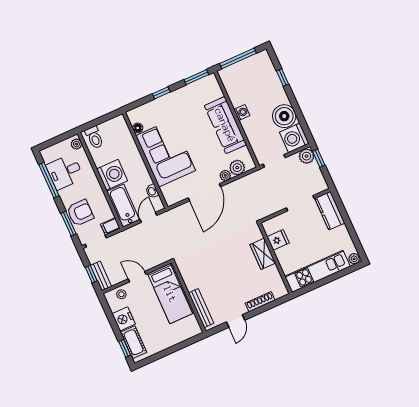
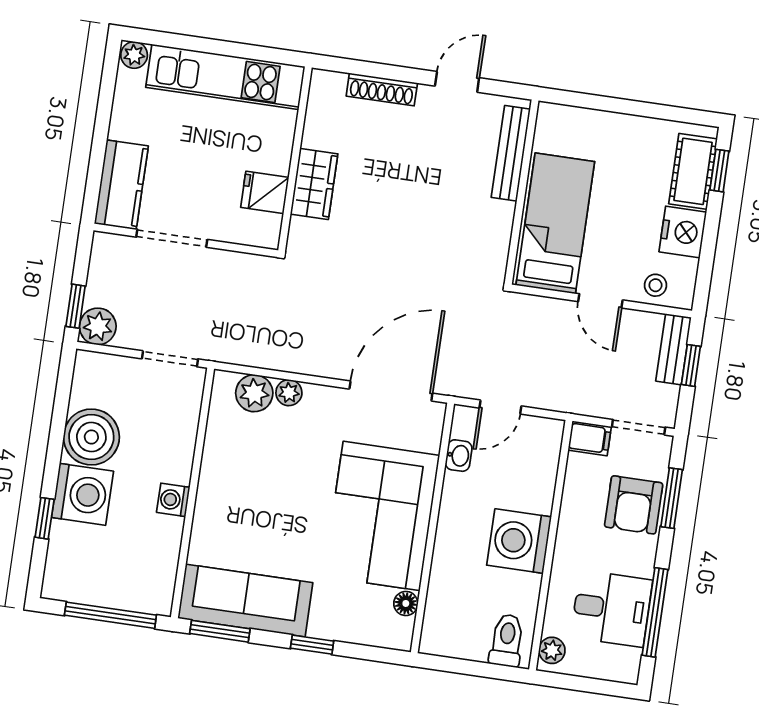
sofa: (225, 125) -> (245, 601), moved, turned -90
washing machine: (294, 138) -> (82, 494), moved
door: (204, 192) -> (391, 391), moved
bathtub: (123, 206) -> (536, 464), removed
armchair: (80, 213) -> (634, 505), turned -90

